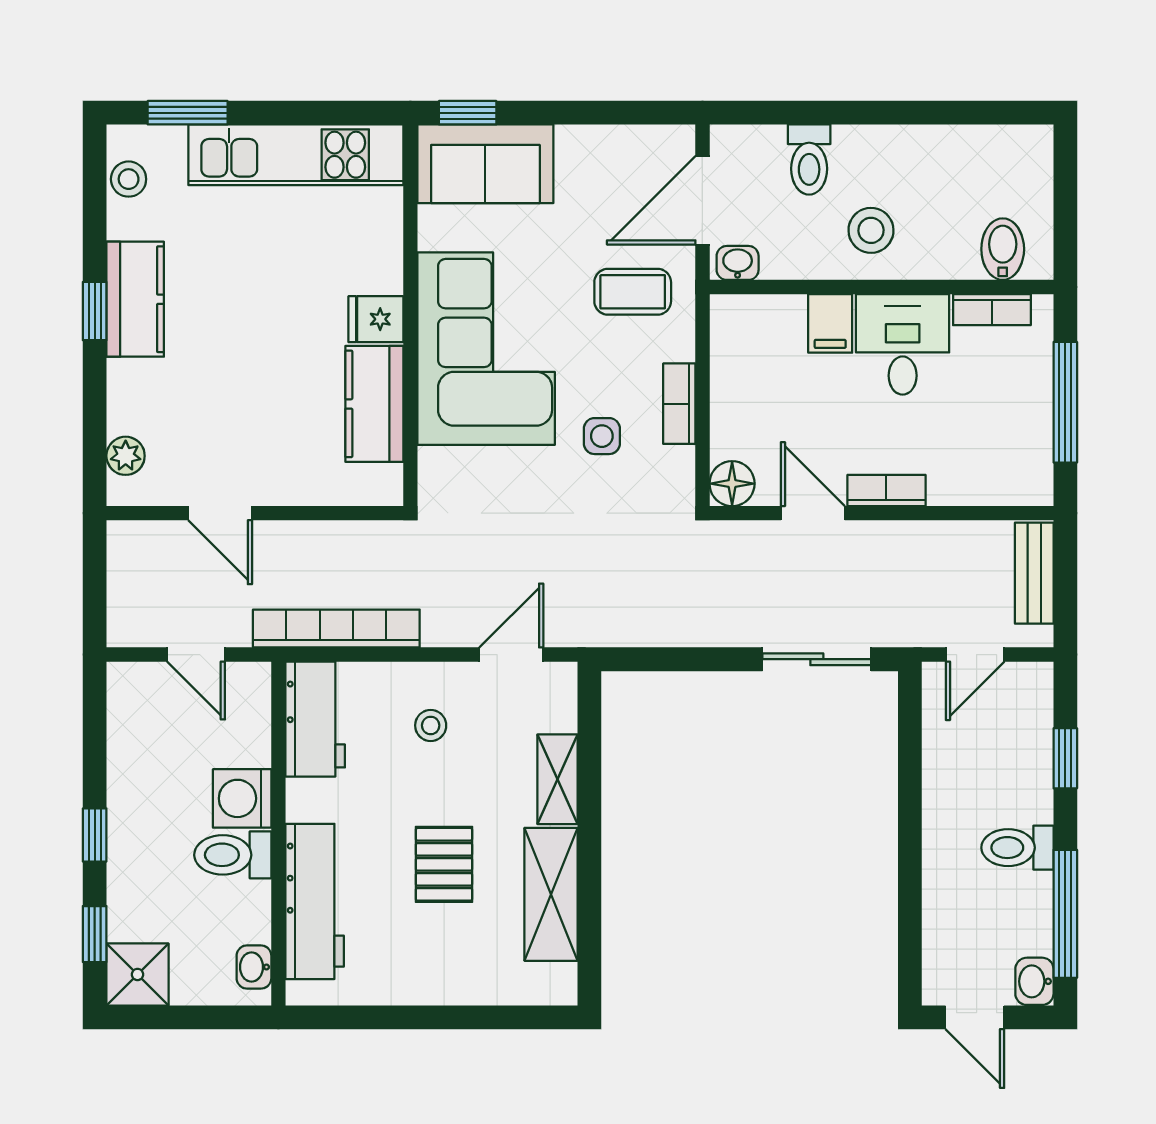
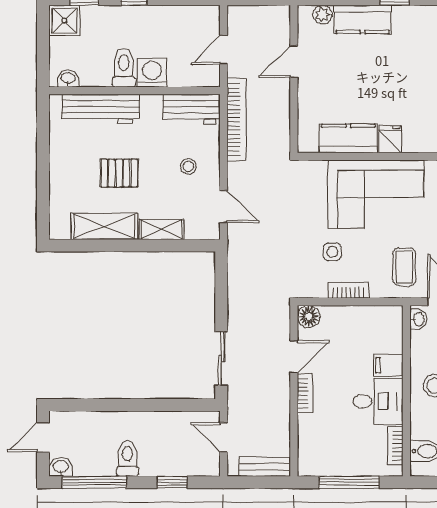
kitchen counter: (135, 299) -> (362, 19), moved

